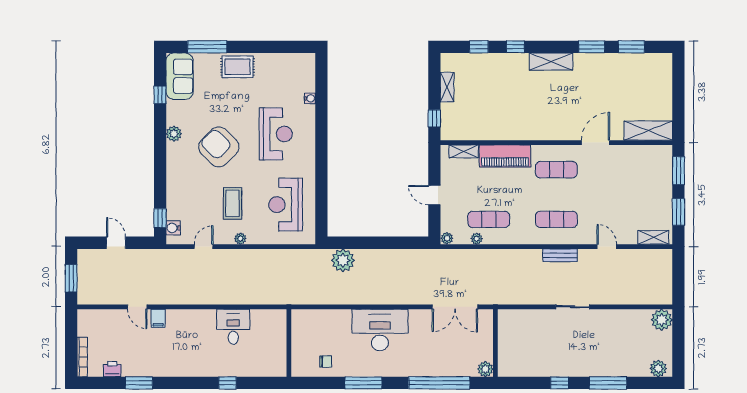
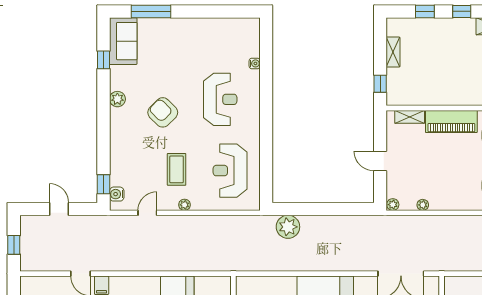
rug: (238, 67) -> (182, 32), removed
armchair: (219, 147) -> (163, 112), width x0.73, depth x0.73
exercise mat: (489, 219) -> (435, 185), removed
window: (71, 278) -> (14, 245), width x0.67

